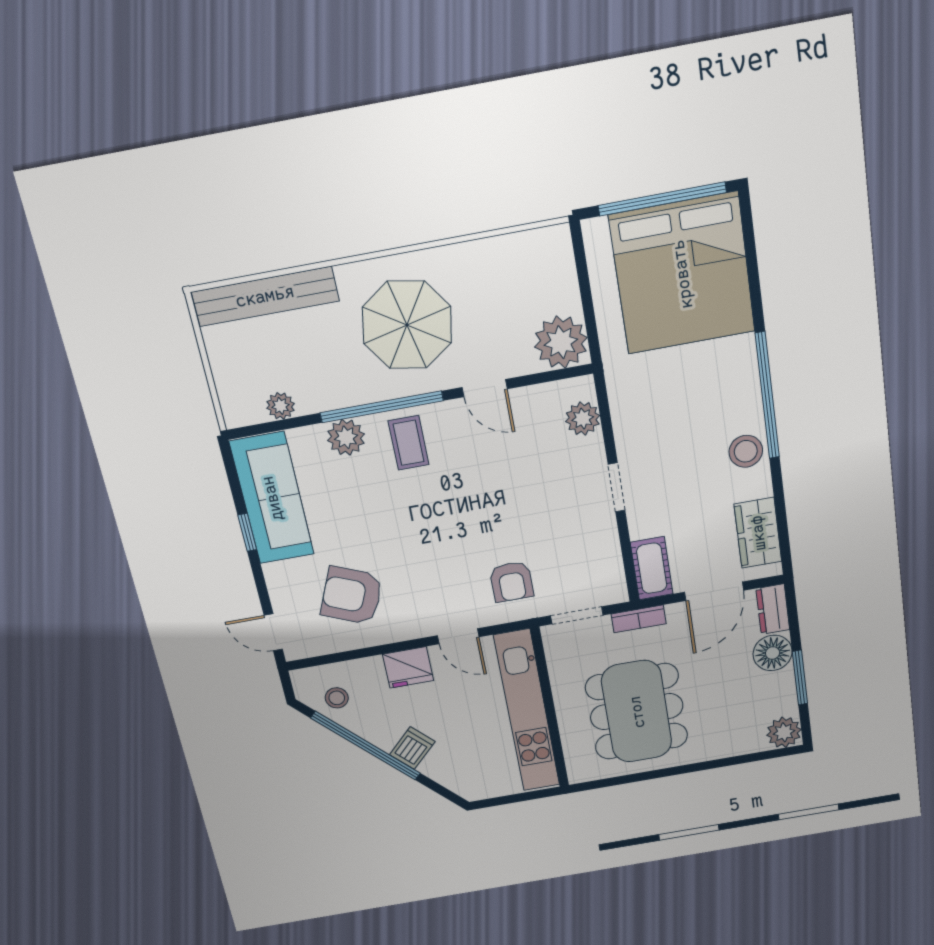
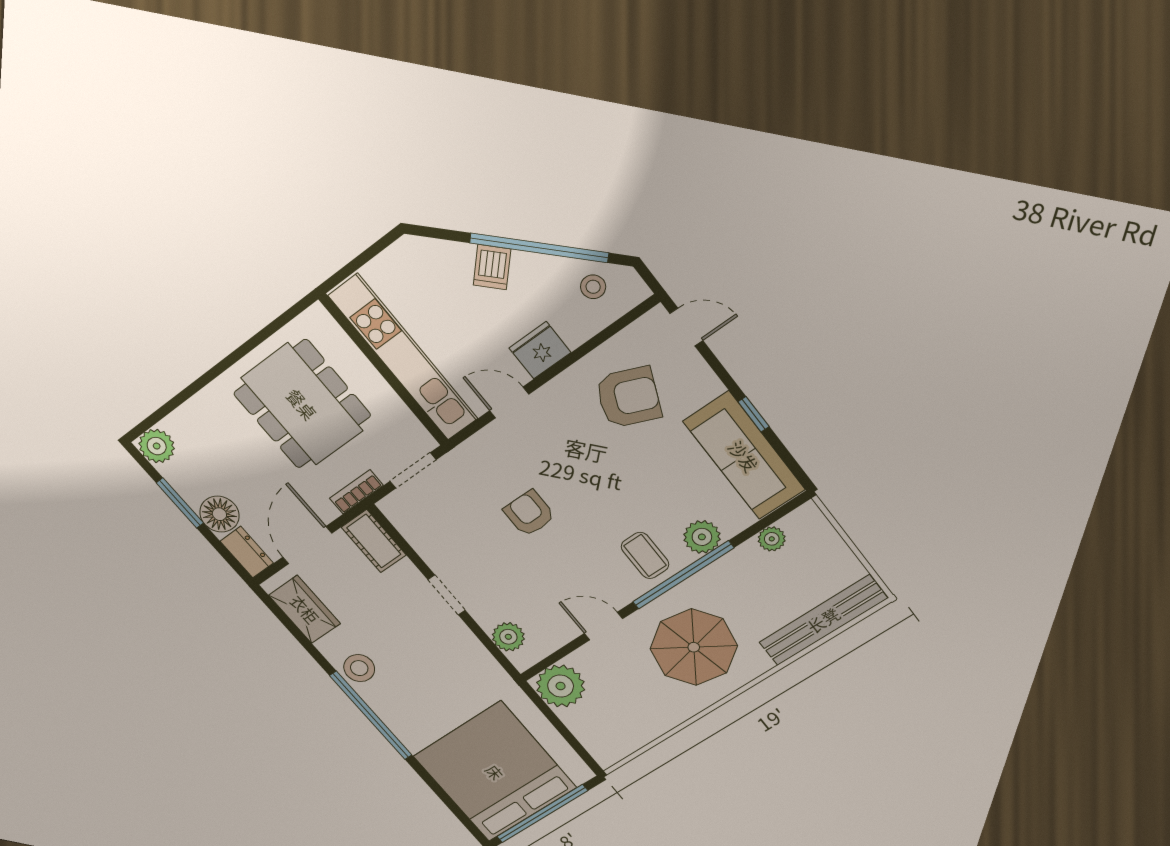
armchair: (512, 582) -> (529, 513), moved

